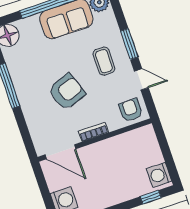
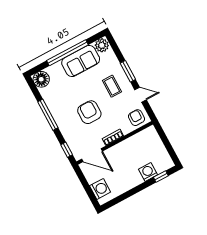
armchair: (67, 92) -> (89, 112), turned -70
window: (27, 139) -> (67, 150), added
washing machine: (159, 175) -> (148, 172), moved, turned 90

